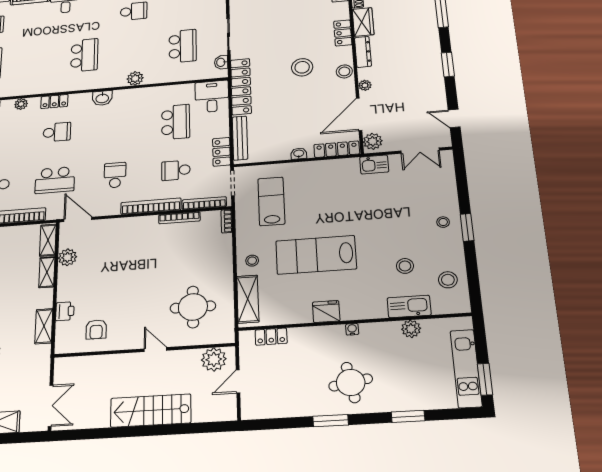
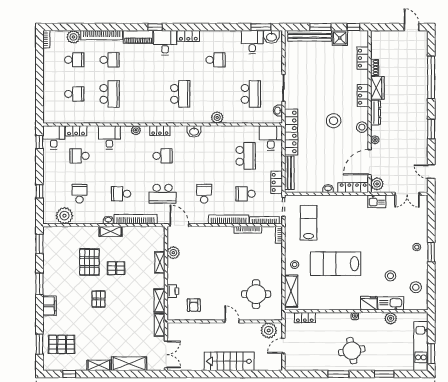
shelving: (48, 240) -> (160, 325), moved
fridge: (326, 312) -> (369, 303), moved

